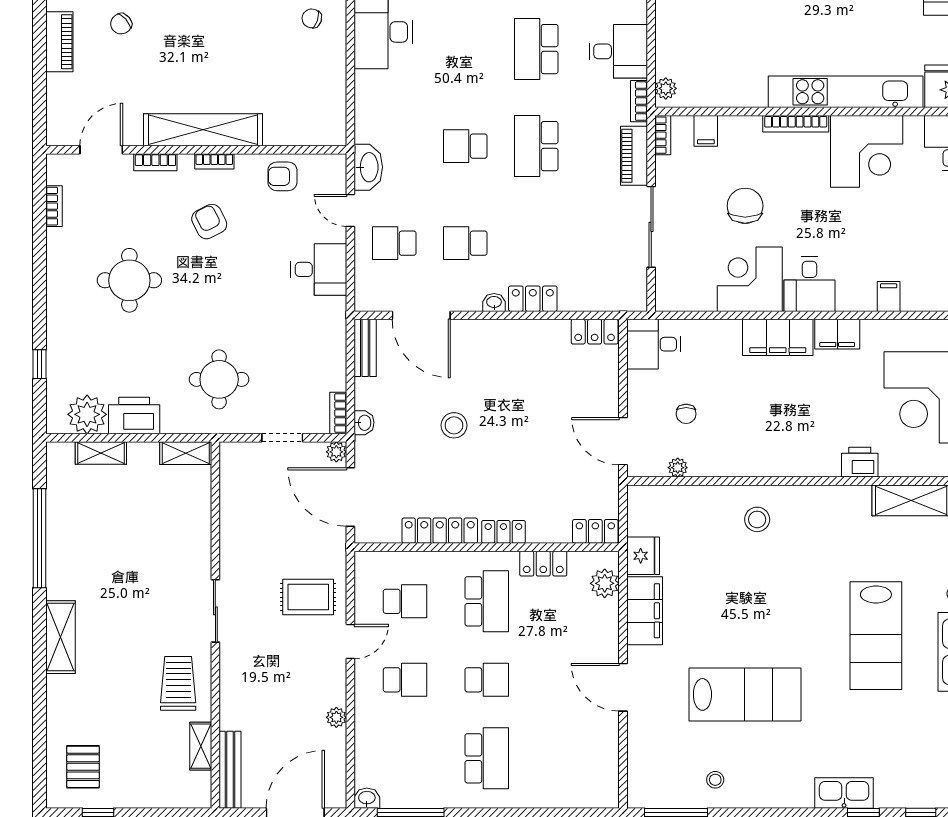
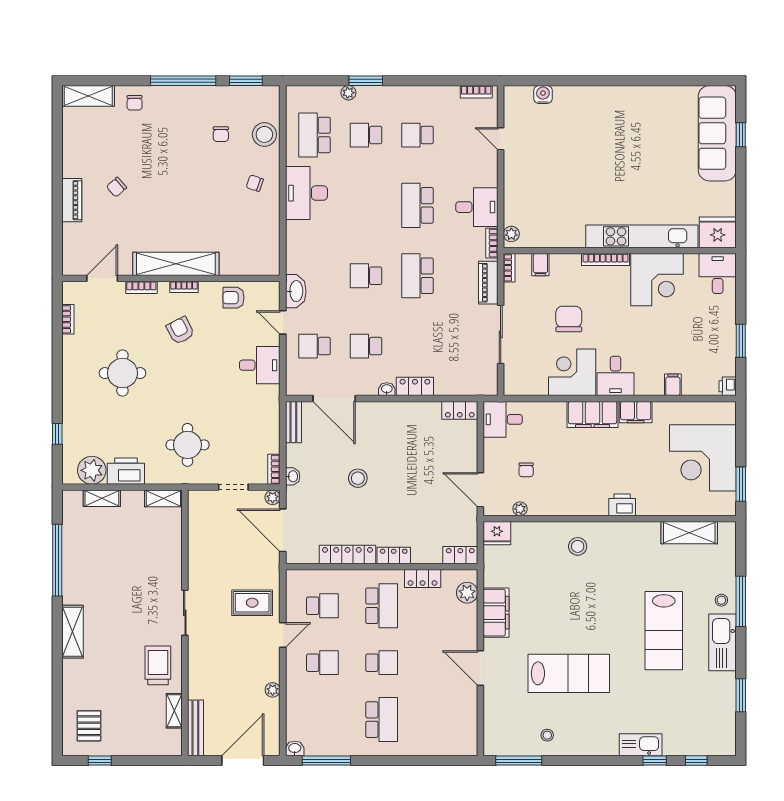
printer: (860, 462) -> (622, 505), moved
fridge: (643, 556) -> (497, 533), moved, turned 90

